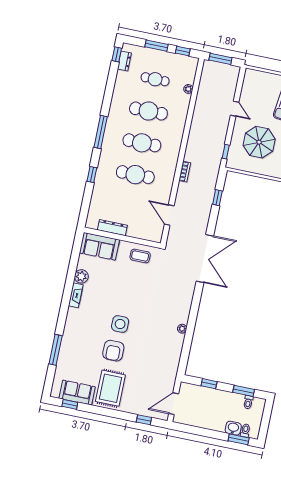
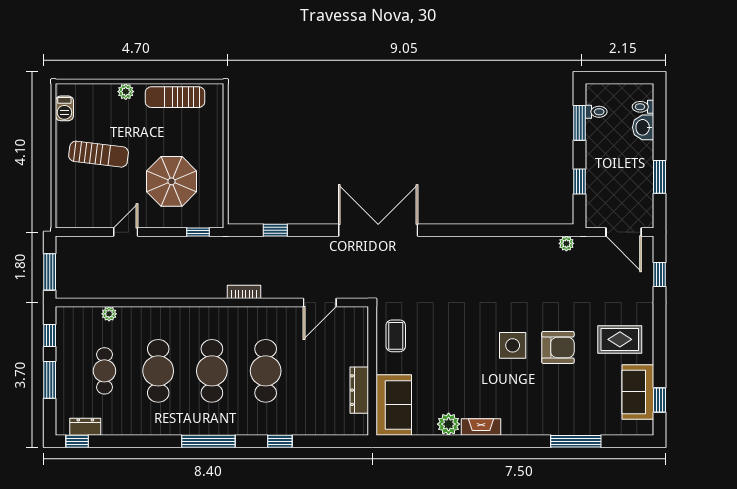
plant: (182, 329) -> (566, 243), moved
rug: (110, 388) -> (620, 339), width x0.73, depth x0.70
window: (239, 439) -> (660, 177), moved

